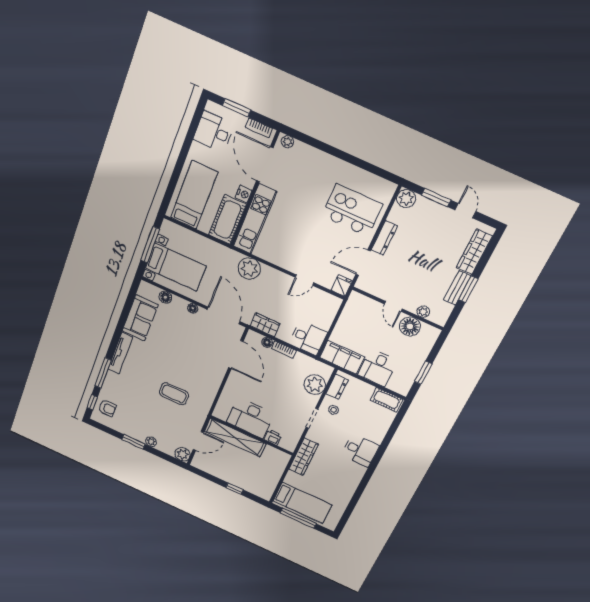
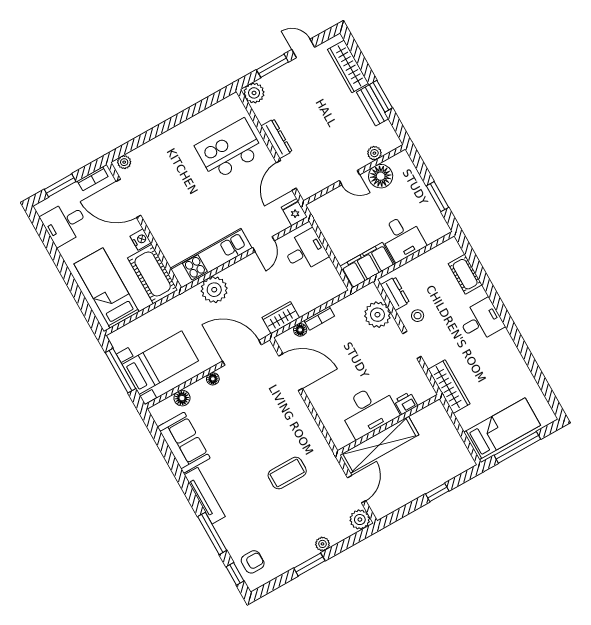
kitchen unit: (255, 219) -> (211, 258), moved, turned -90
desk: (308, 338) -> (305, 251), moved
cot: (387, 400) -> (465, 274), moved, turned 90

